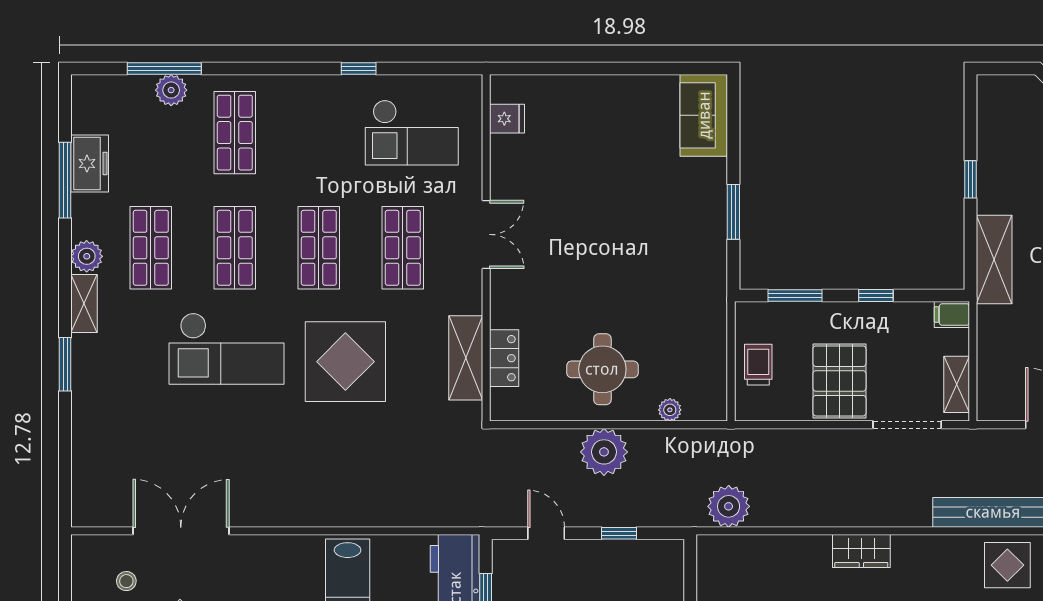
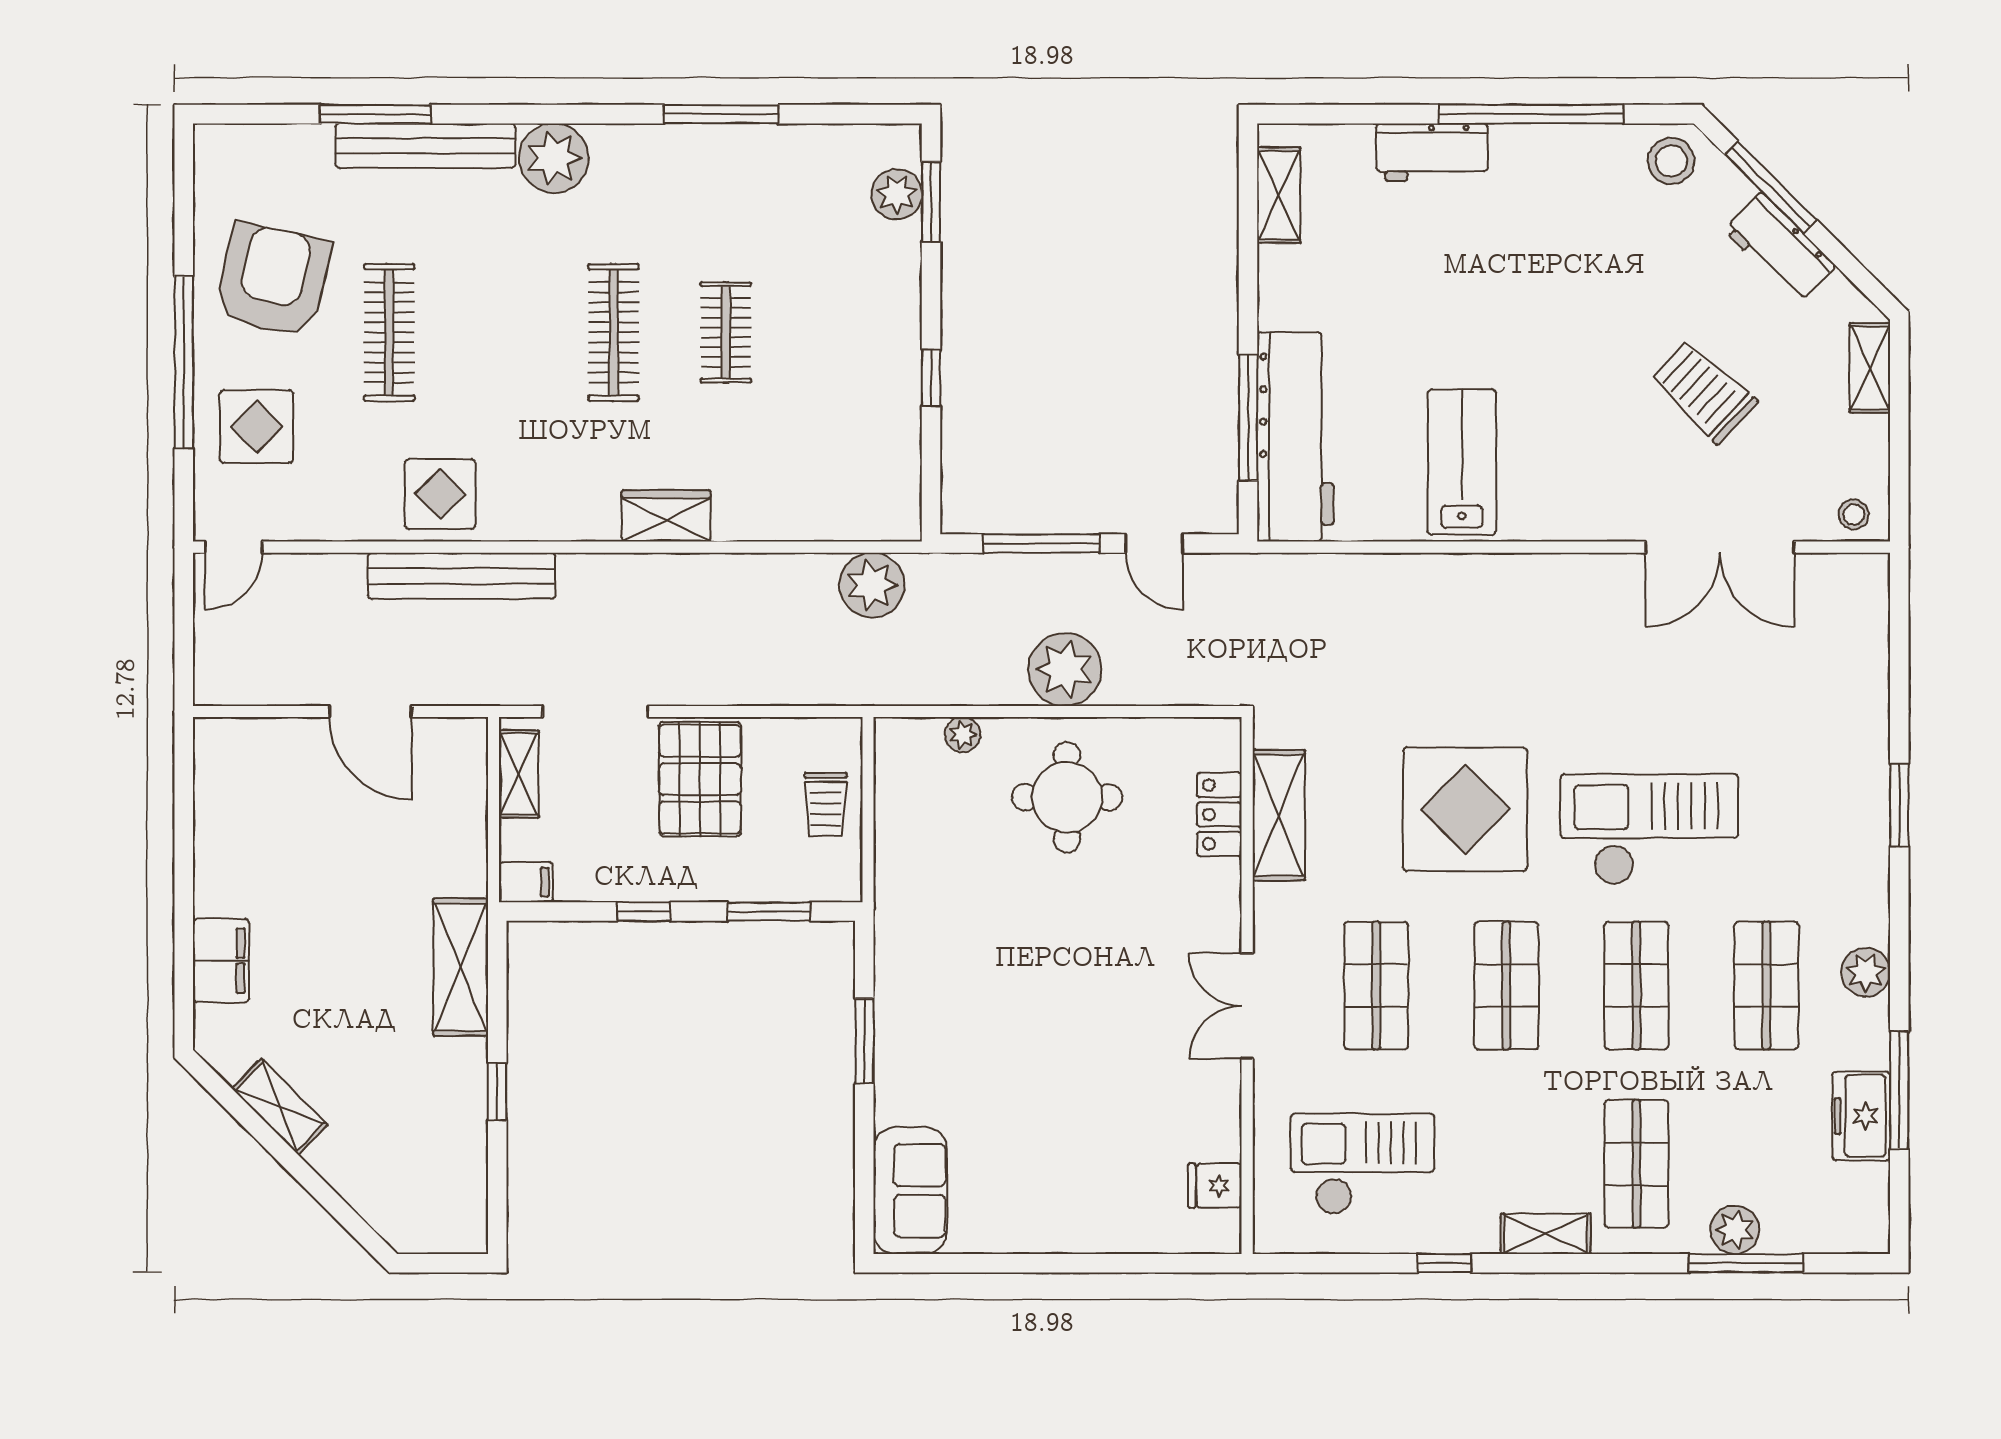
shelving: (84, 303) -> (1546, 1234), moved, turned 90
window: (619, 533) -> (1041, 543), width x2.17
stool: (126, 581) -> (1854, 514), moved

